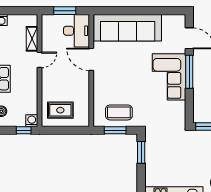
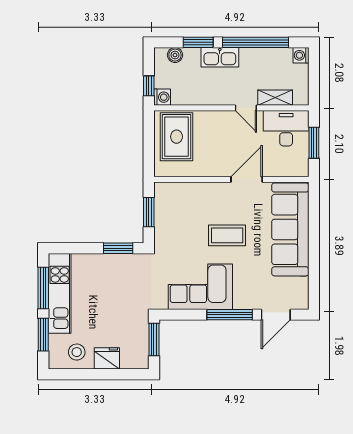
desk: (77, 31) -> (286, 128), moved, turned 180
corner sofa: (169, 77) -> (200, 287), moved
rug: (60, 110) -> (177, 137), width x1.36, depth x1.43
coffee table: (119, 112) -> (227, 235), moved, turned 90

